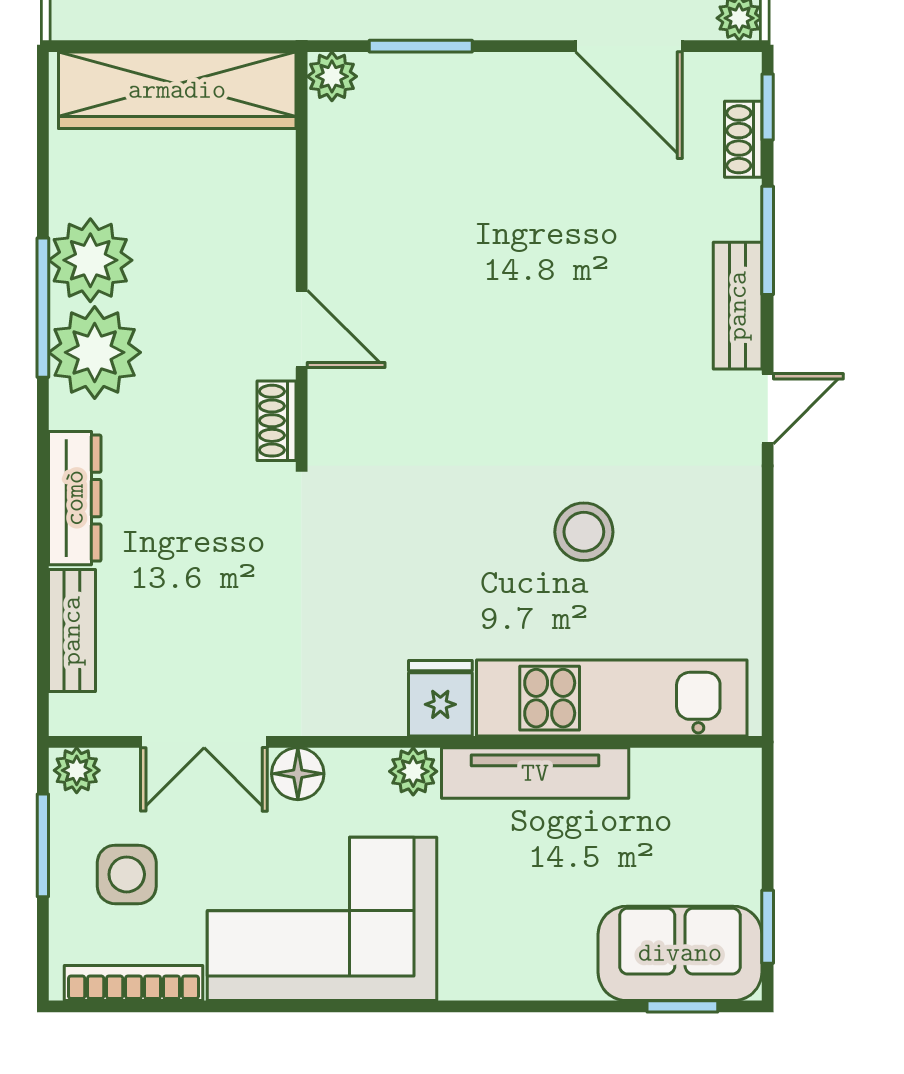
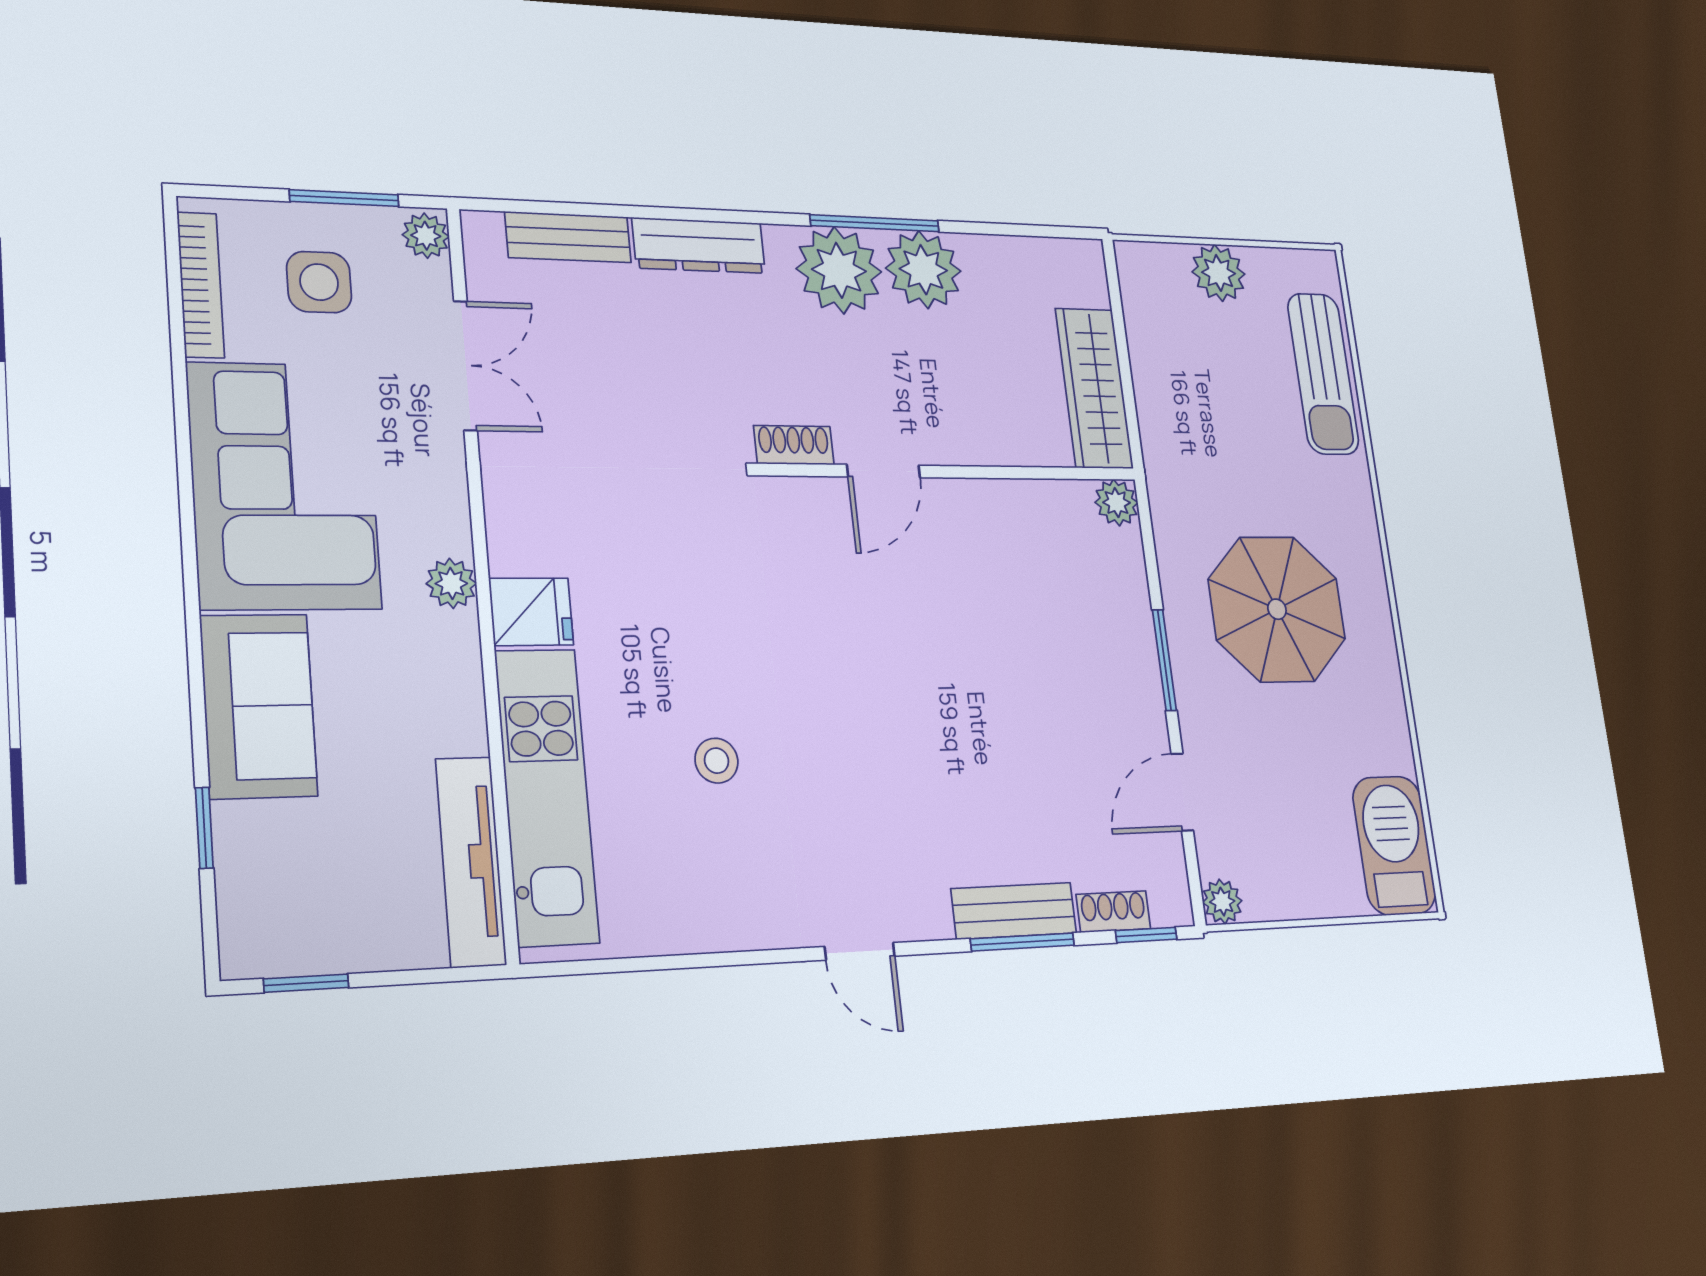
window: (421, 46) -> (1164, 660), moved
door: (629, 46) -> (1182, 792), width x0.73
wardrobe: (177, 90) -> (1094, 388), width x0.71, depth x0.85
bench: (738, 306) -> (1014, 911), moved
stool: (584, 532) -> (717, 761), width x0.73, depth x0.73
double door: (204, 742) -> (465, 366), swing flipped
tv unit: (535, 773) -> (471, 861), moved
floor lamp: (298, 774) -> (440, 462), removed
sofa: (680, 953) -> (259, 706), moved
window: (682, 1006) -> (204, 828), moved

